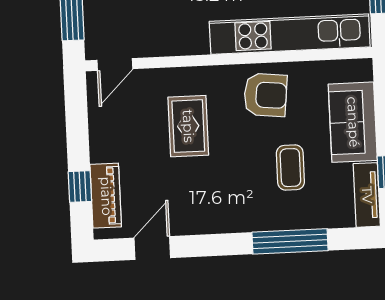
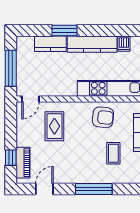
rug: (188, 126) -> (54, 126), moved
window: (290, 241) -> (94, 189), moved

